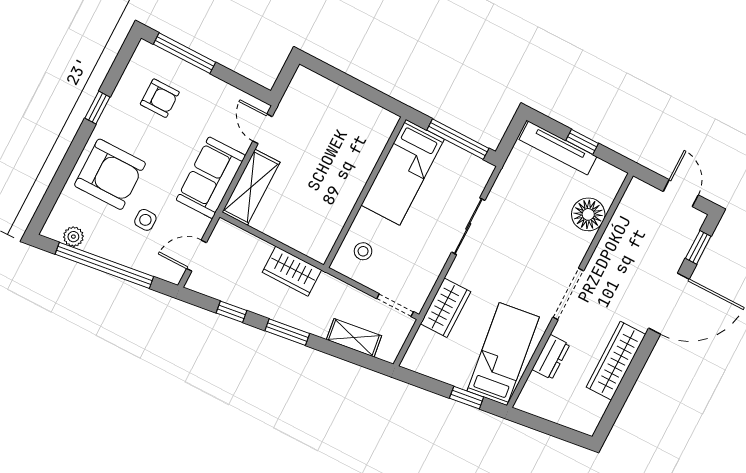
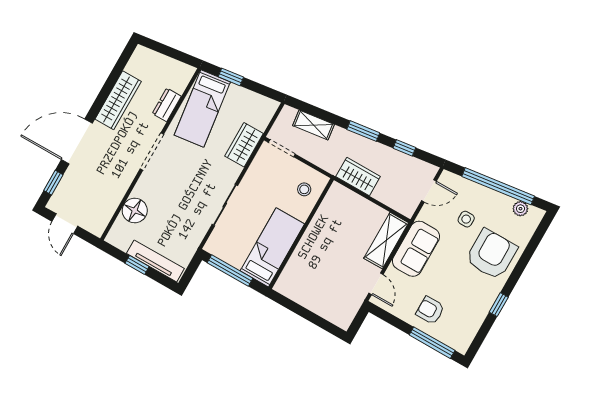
armchair: (160, 98) -> (430, 310), moved
armchair: (110, 174) -> (491, 254), turned 90

